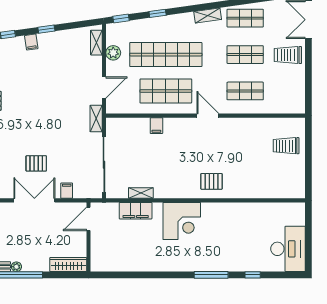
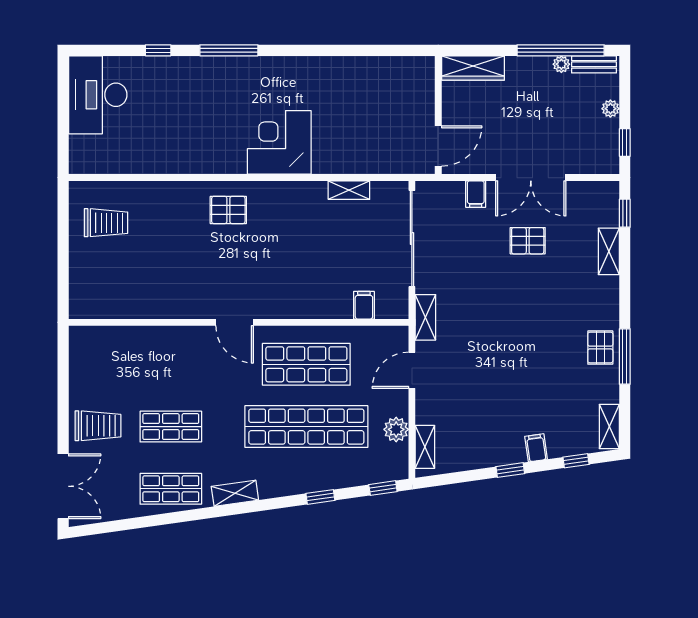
shop shelf: (245, 91) -> (171, 364), removed
filing cabinet: (156, 126) -> (364, 305), moved
trolley: (286, 146) -> (106, 223), moved
filing cabinet: (136, 211) -> (358, 160), removed

